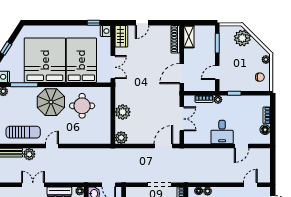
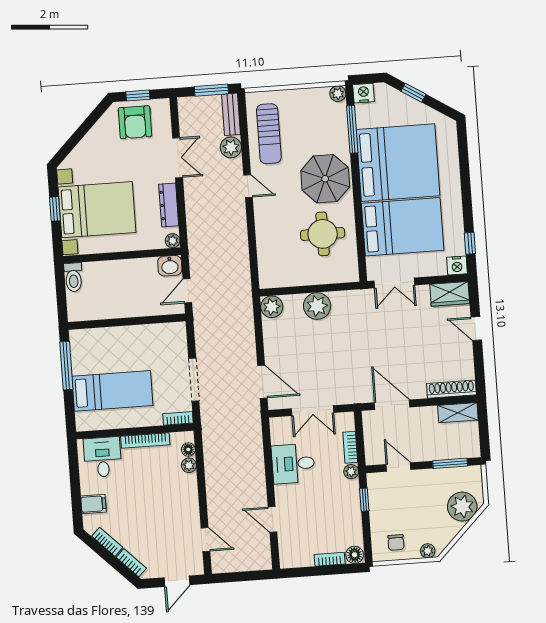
floor lamp: (265, 130) -> (355, 555), moved
desk: (222, 132) -> (293, 464), moved

